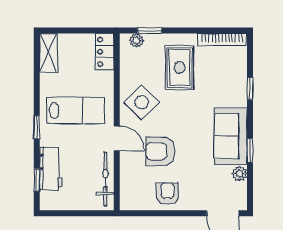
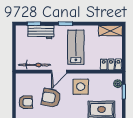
side table: (142, 102) -> (81, 87), turned 45
lab bench: (76, 110) -> (76, 47), turned 180
armchair: (160, 151) -> (51, 98), turned -79

